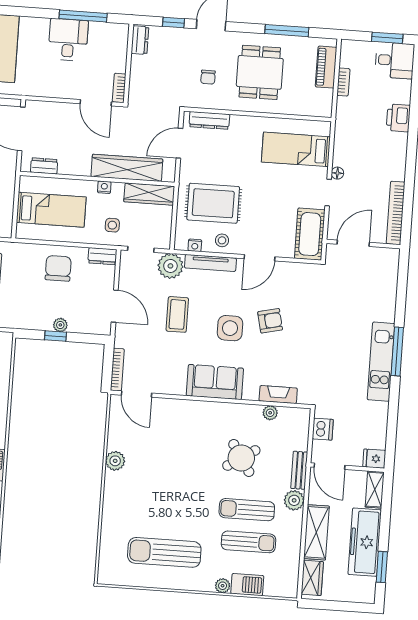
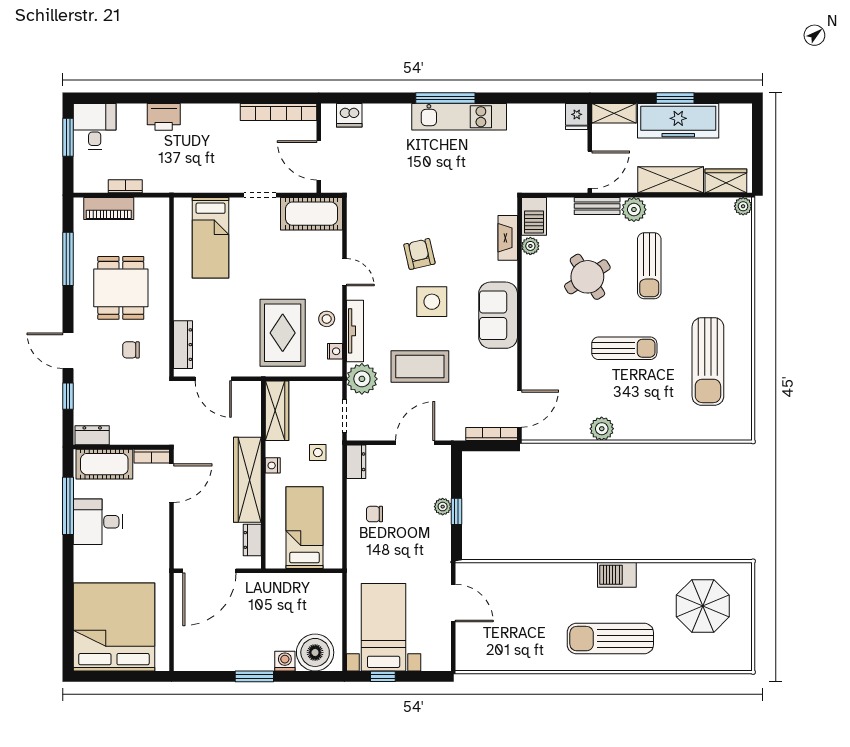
cot: (115, 48) -> (104, 464), added
dining table: (260, 72) -> (121, 288), turned 90
chair: (208, 77) -> (131, 350), turned 180
wardrobe: (127, 168) -> (247, 480), moved
floor lamp: (337, 173) -> (236, 186), removed
door: (259, 258) -> (344, 272), width x0.73
chair: (58, 268) -> (374, 514), width x0.54, depth x0.54
coffee table: (177, 314) -> (420, 366), width x1.36, depth x1.32
dishwasher: (323, 429) -> (349, 115), moved, turned 180
sun lounger: (248, 542) -> (624, 348), moved, turned 90
window: (382, 567) -> (675, 98), moved
barbecue: (247, 585) -> (534, 216), moved, turned 180
plant: (223, 586) -> (743, 206), moved

